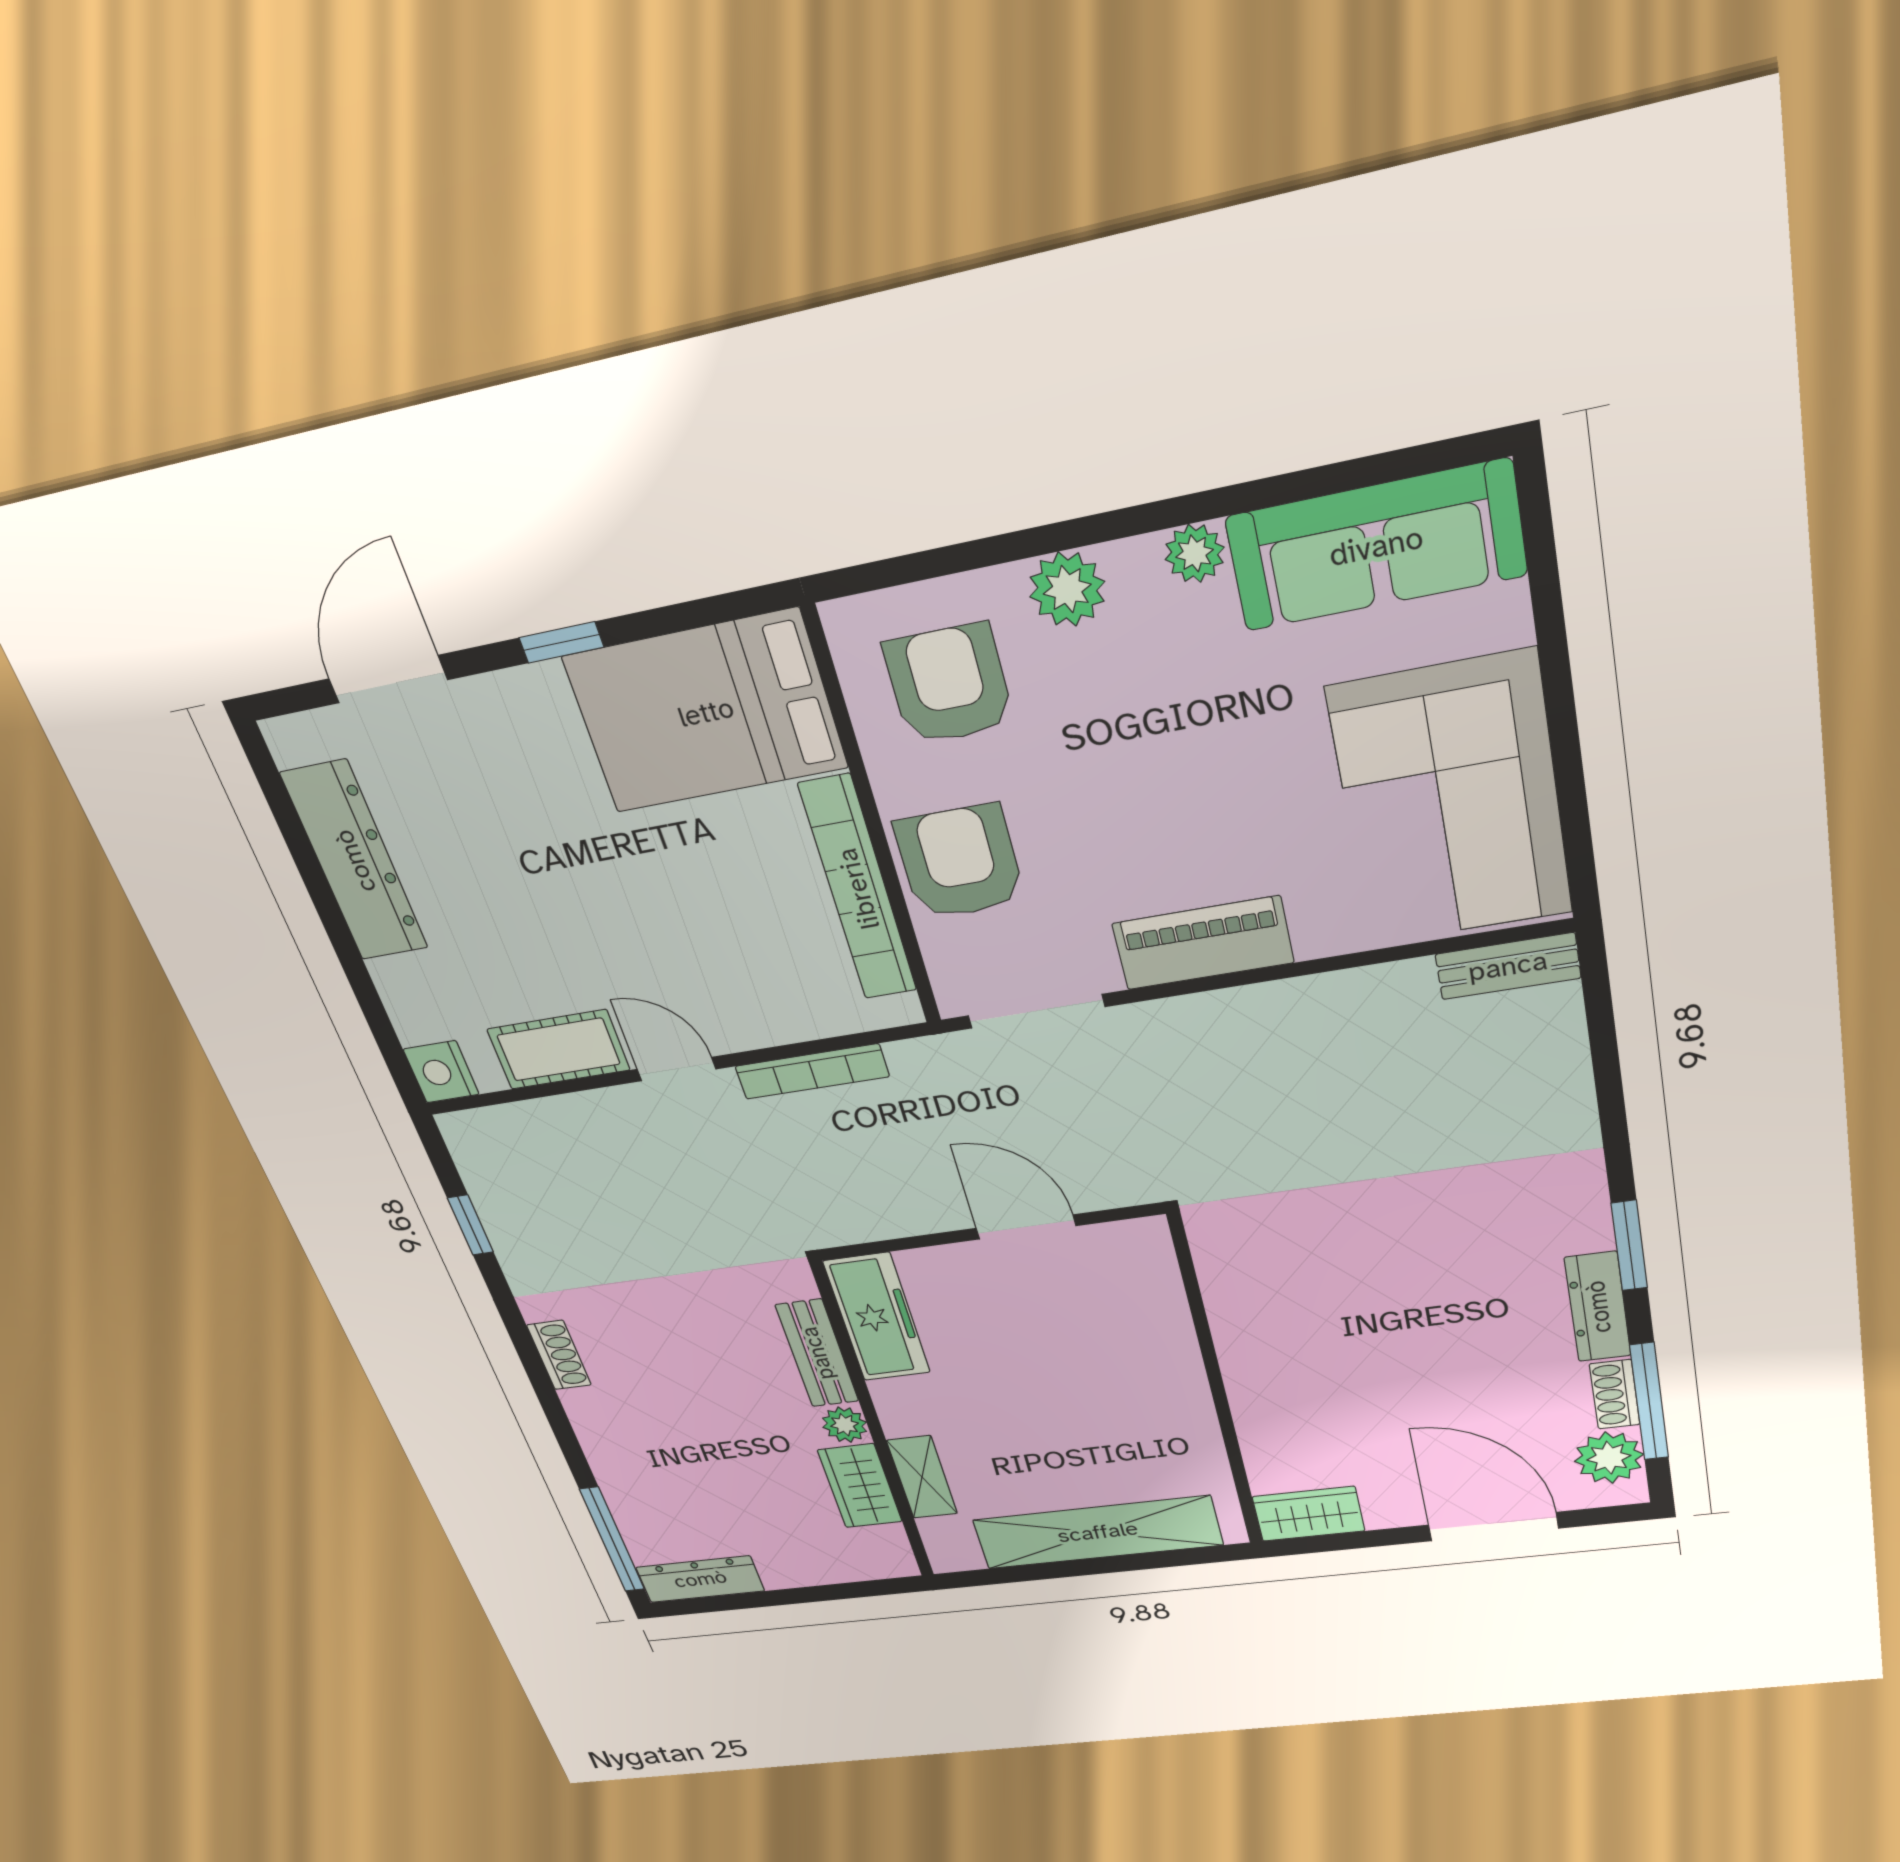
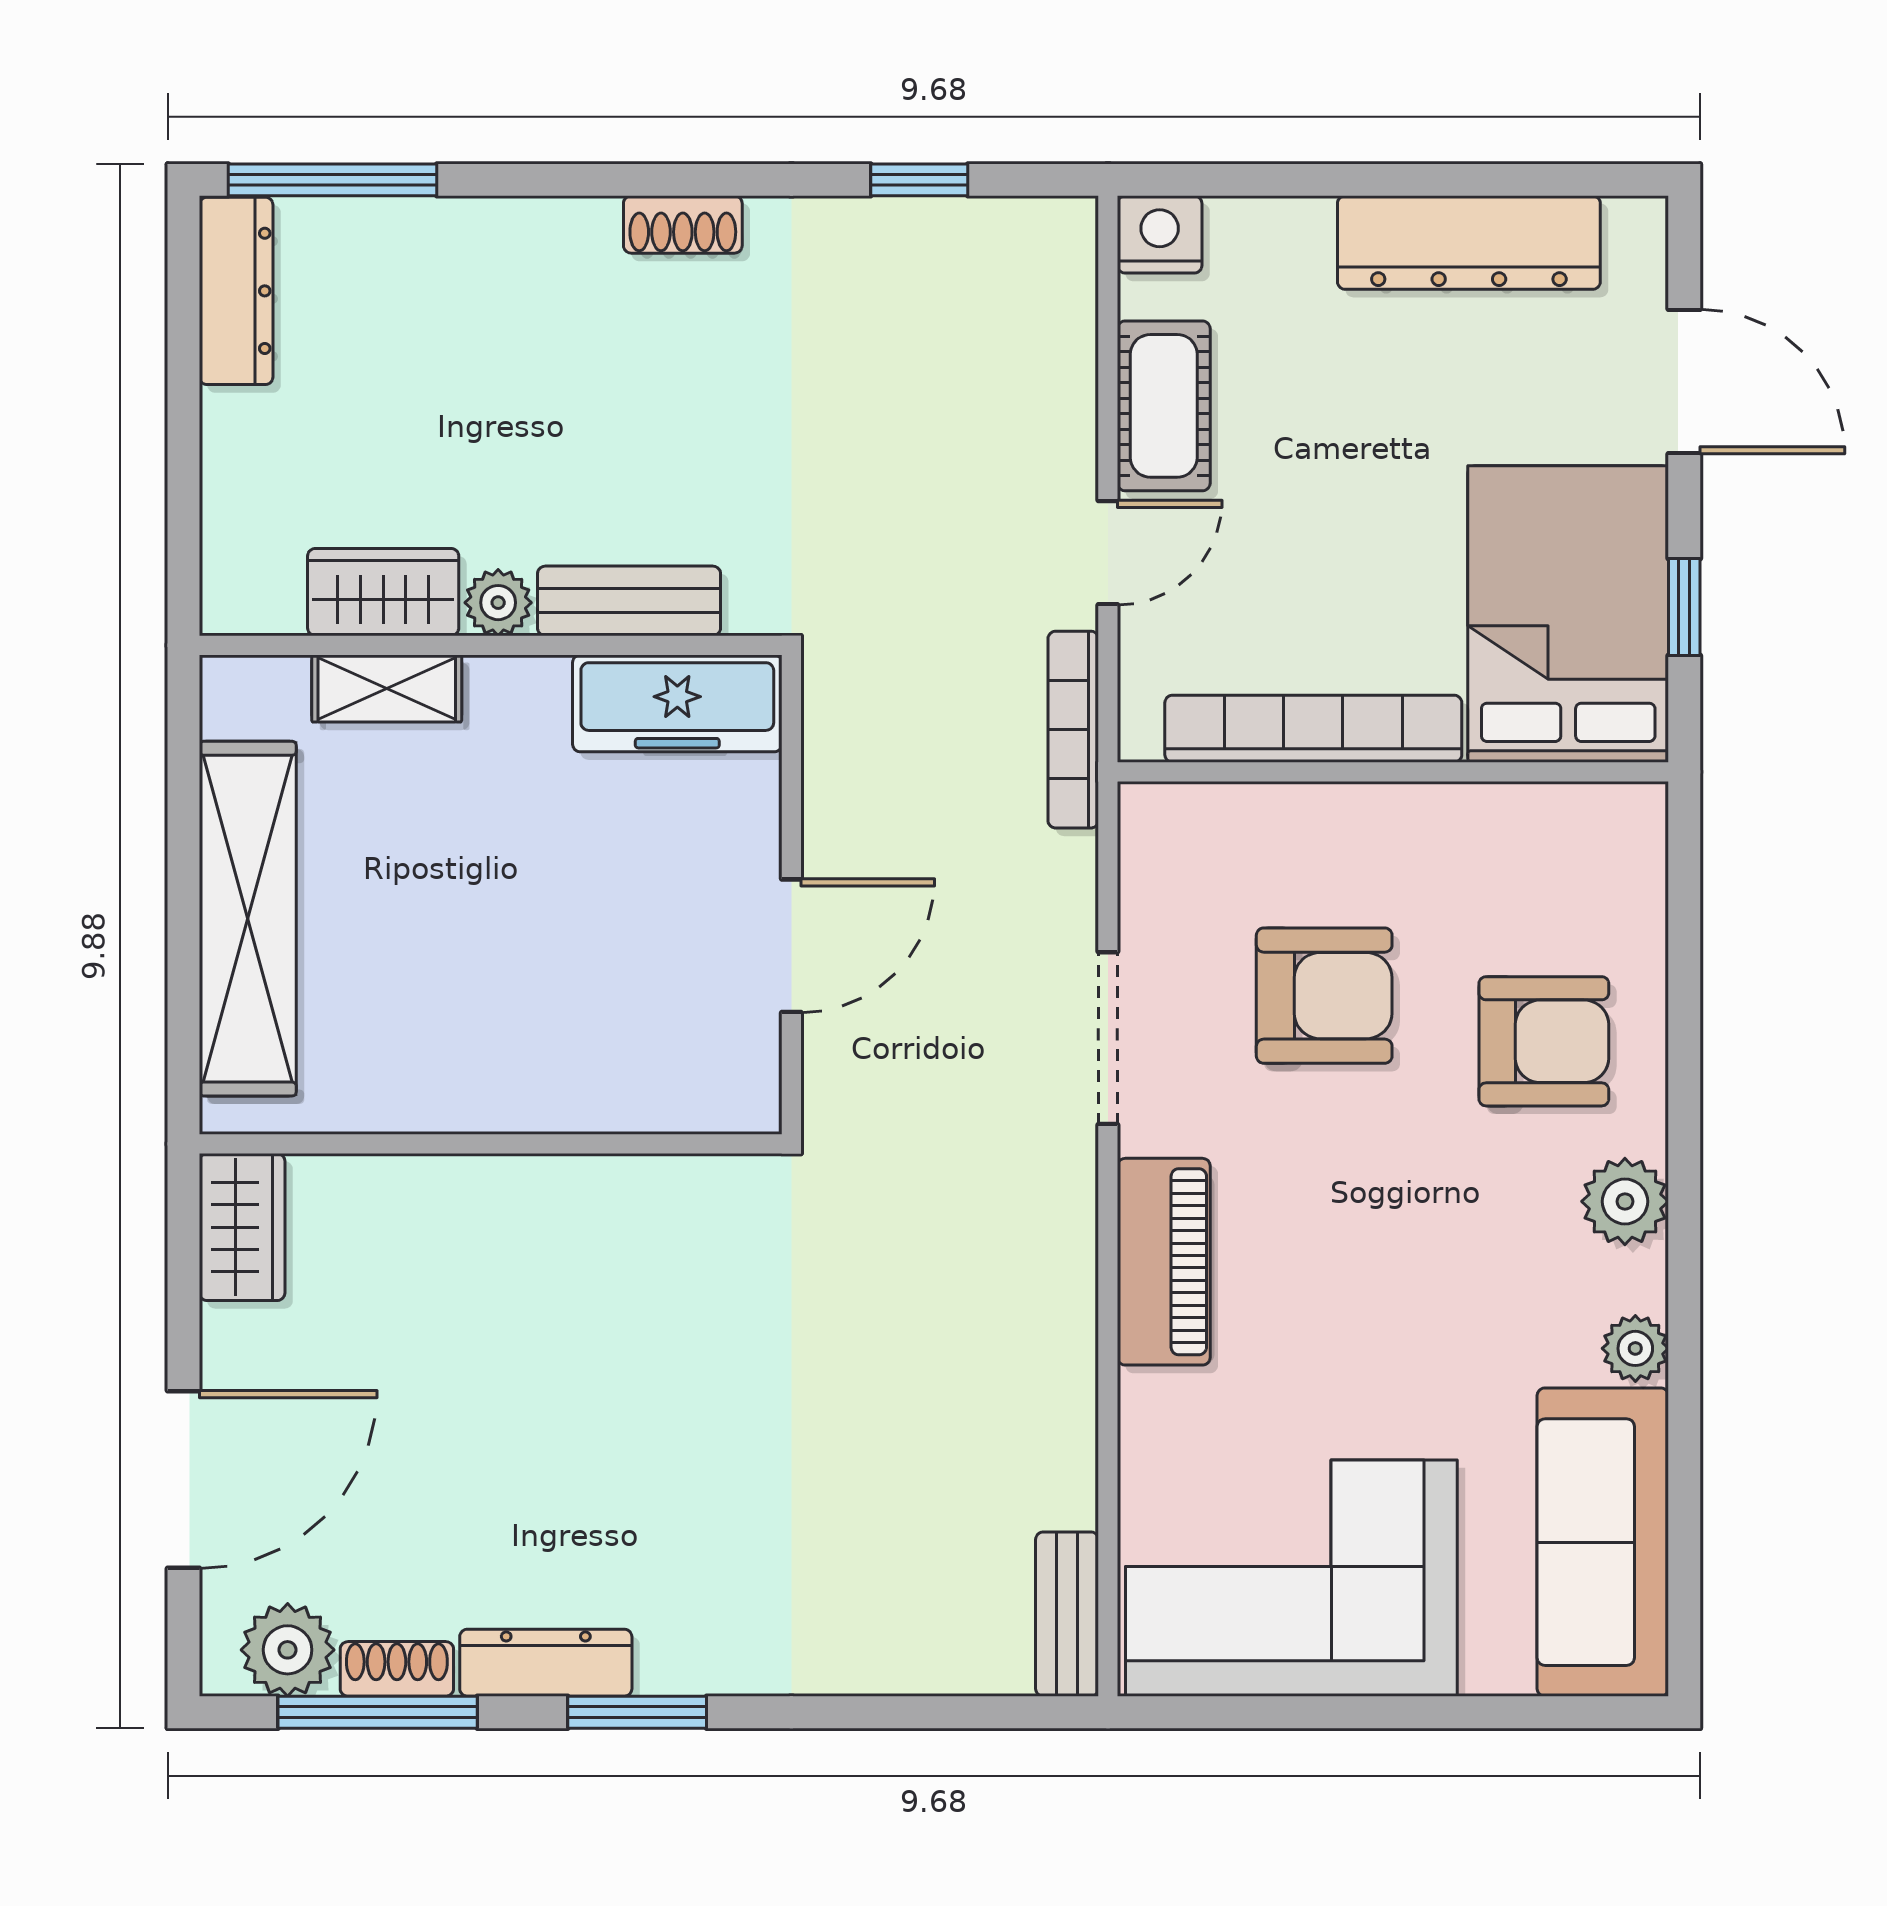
bed: (706, 712) -> (1568, 614), moved
wall: (874, 824) -> (1393, 772), moved
bookcase: (858, 889) -> (1313, 729), moved

